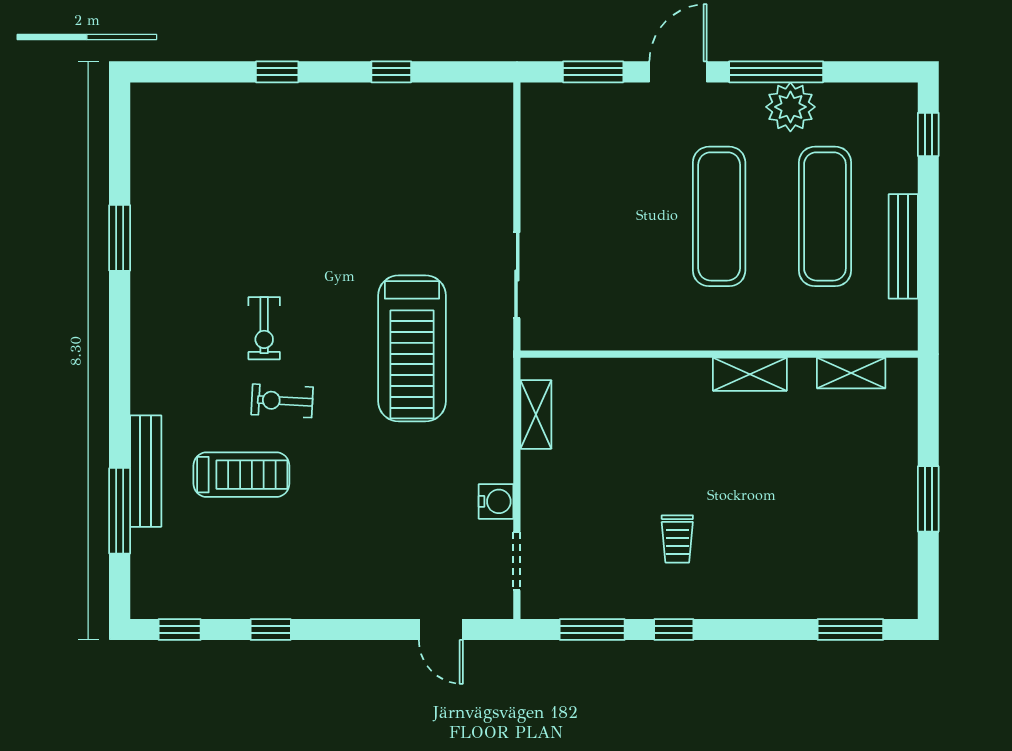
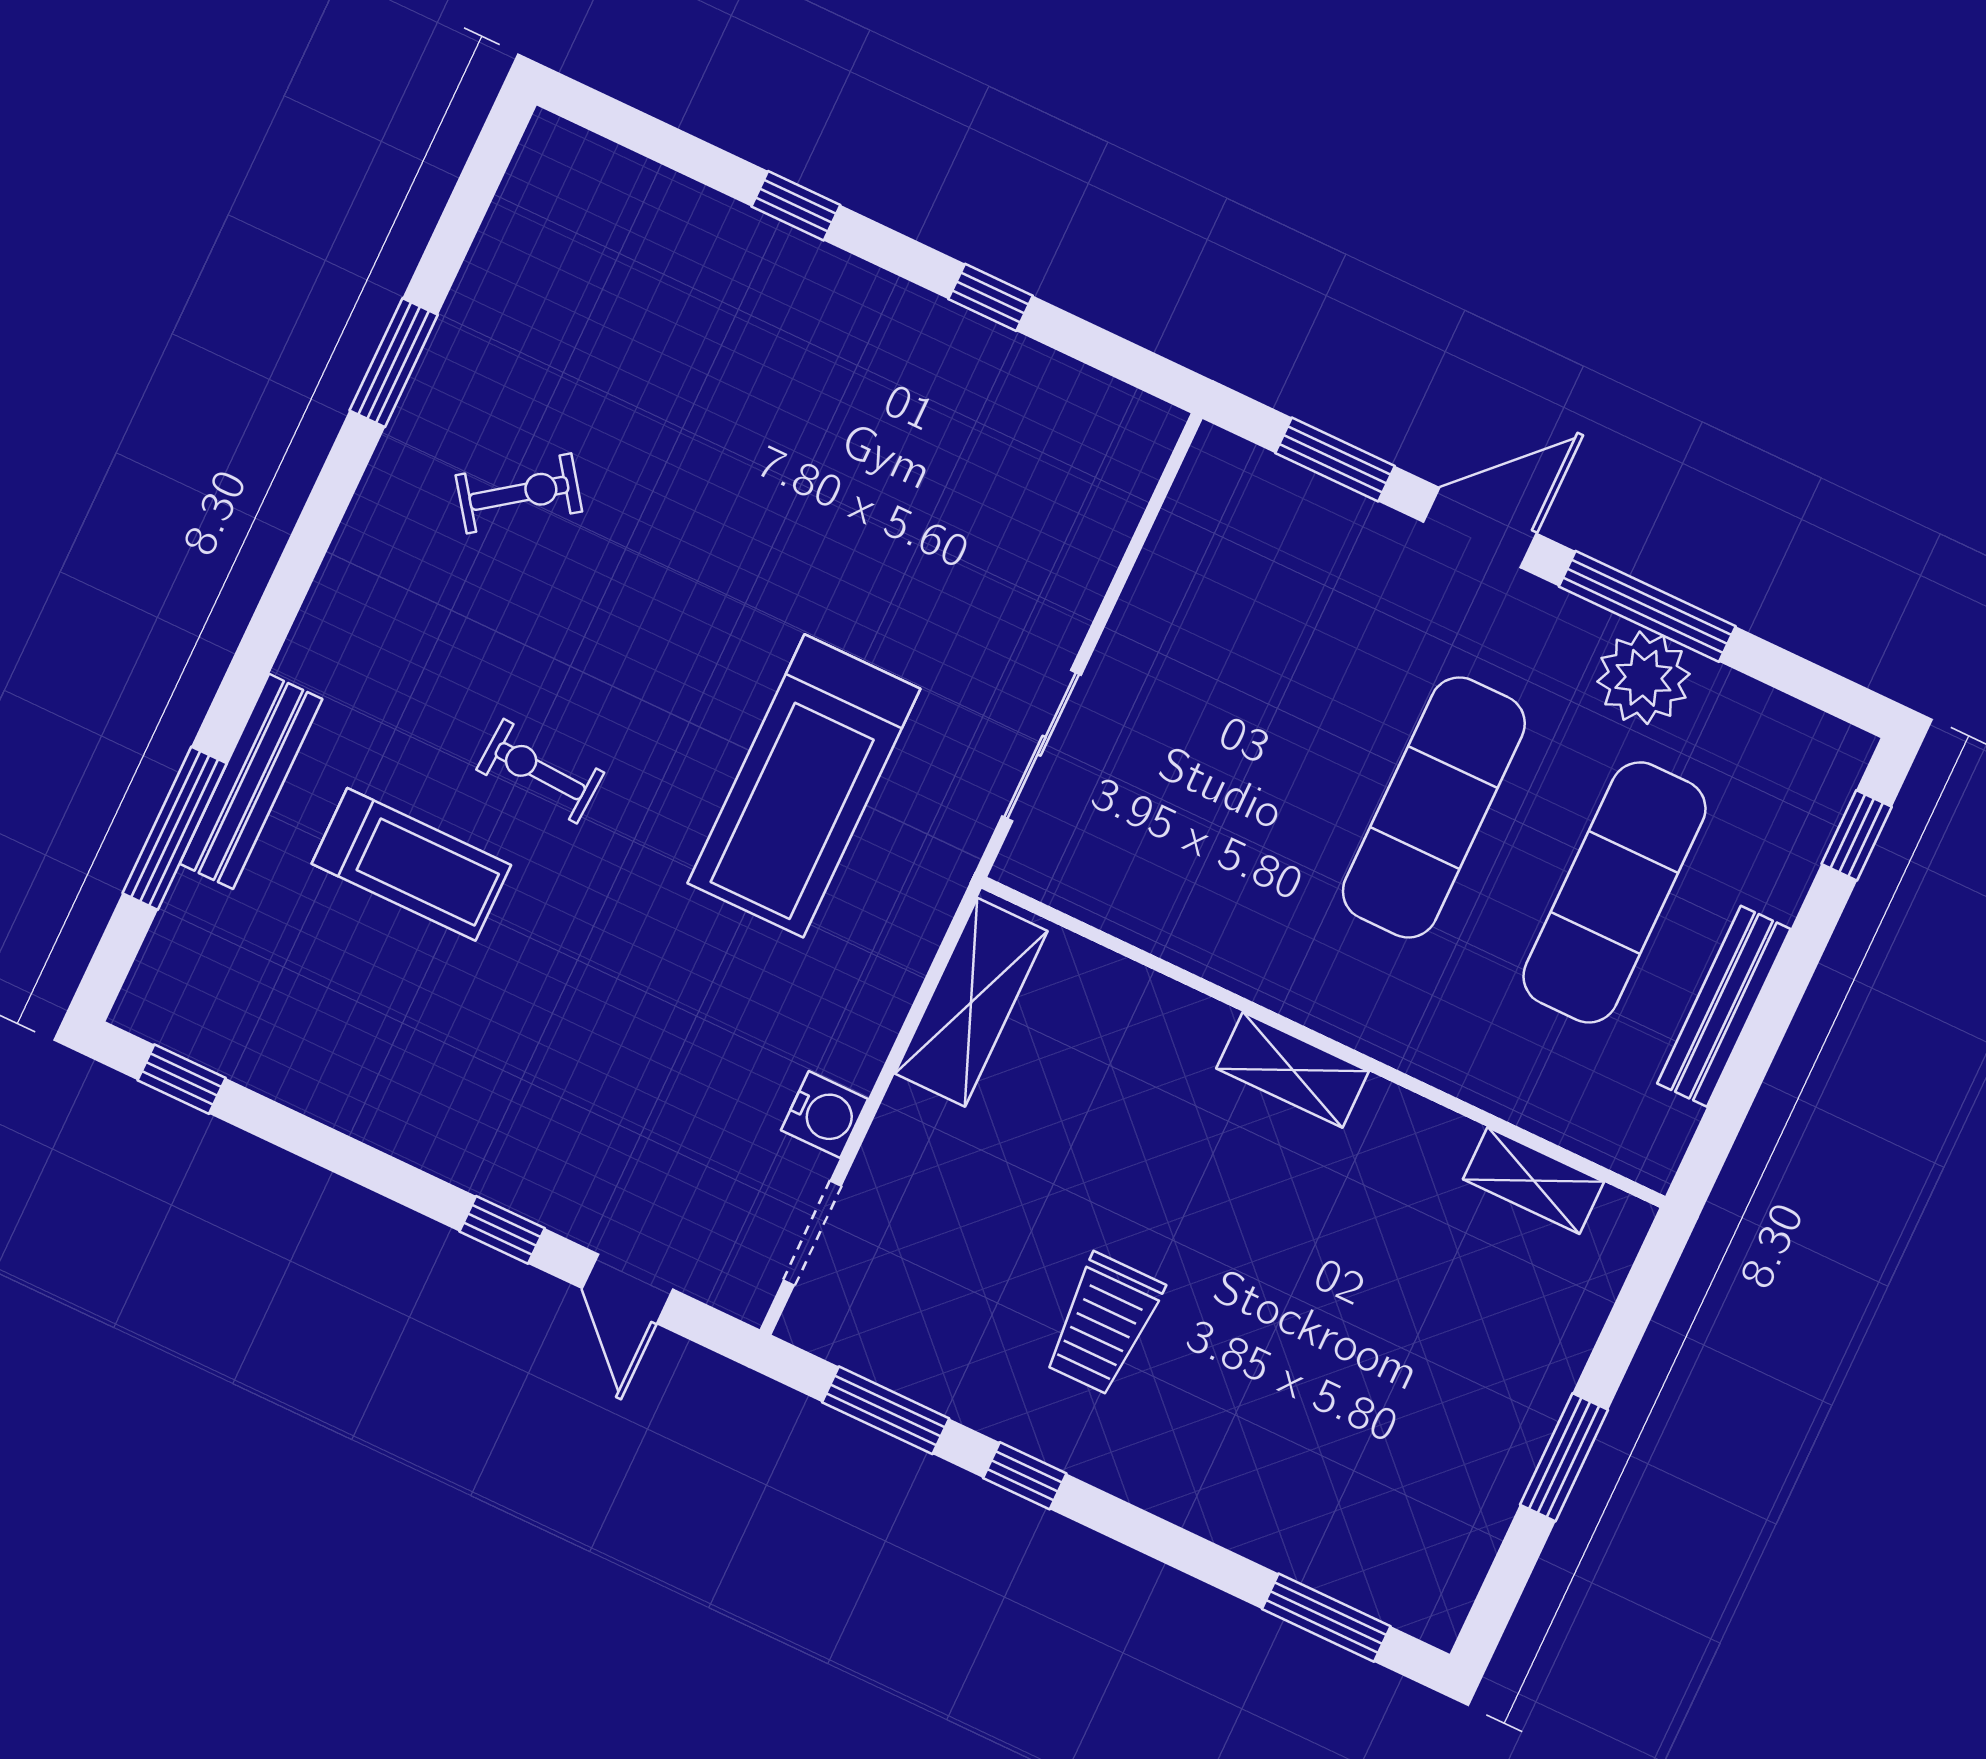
exercise bike: (264, 328) -> (519, 493), moved, turned -126
shelving: (750, 374) -> (1293, 1070), moved
shelving: (536, 414) -> (971, 1002), width x1.50, depth x1.33
trolley: (677, 539) -> (1104, 1324), width x1.36, depth x1.39
window: (271, 629) -> (502, 1230), moved

